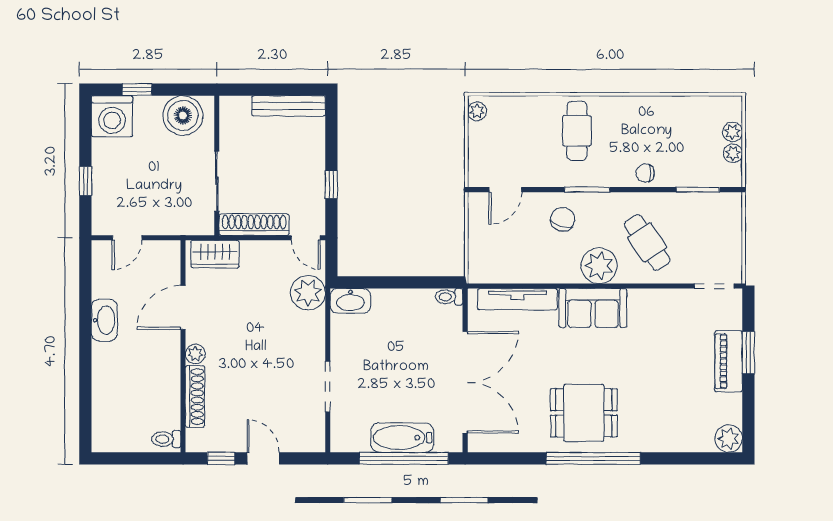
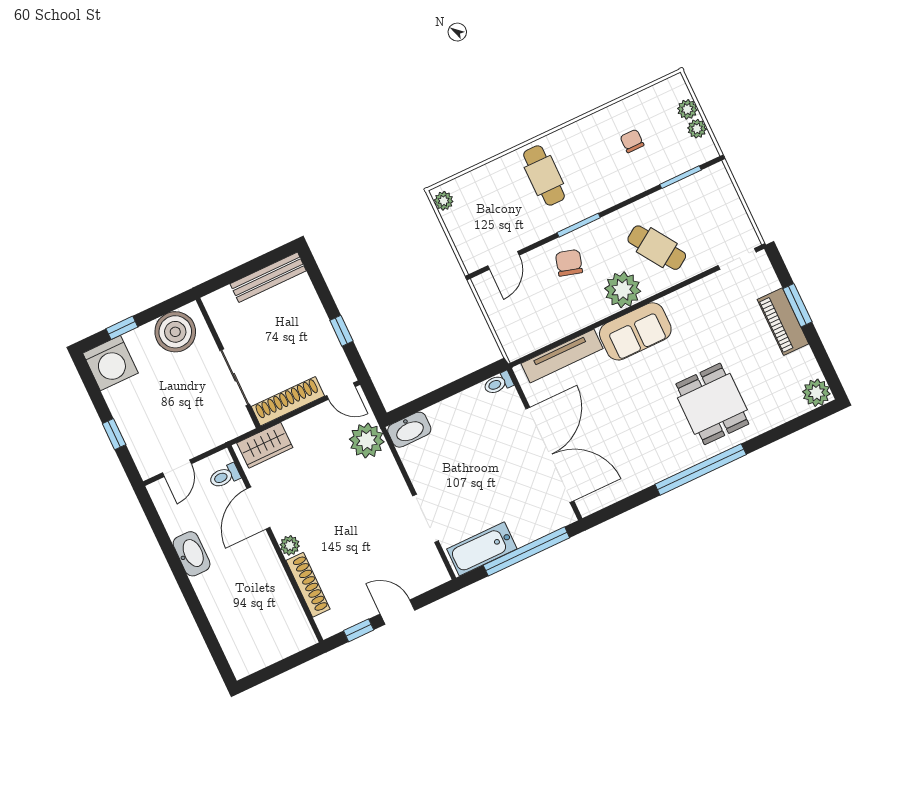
chair: (645, 173) -> (632, 141), moved, turned 90
dining table: (584, 413) -> (712, 404), moved, turned 90
bathtub: (402, 438) -> (482, 549), moved
toilet: (166, 439) -> (225, 476), moved

